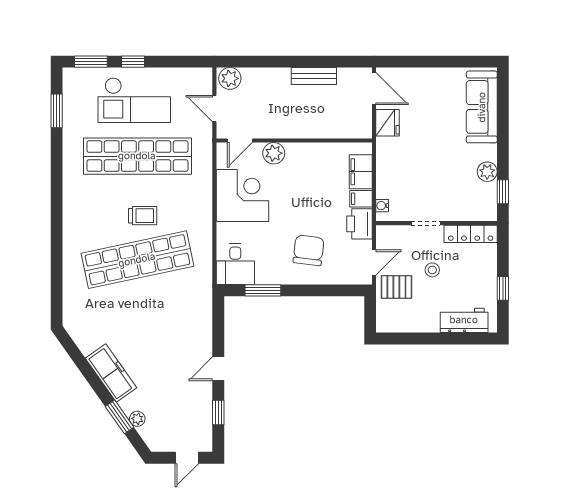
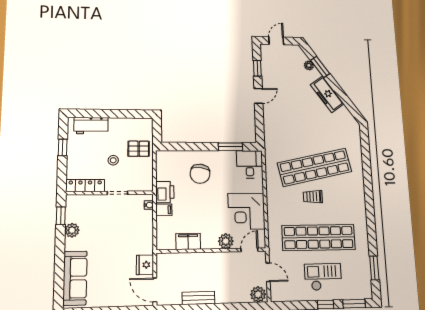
checkout: (134, 100) -> (323, 277), width x0.73, depth x0.83
filing cabinet: (361, 172) -> (188, 241), moved, turned -90
door: (374, 263) -> (154, 165), removed

